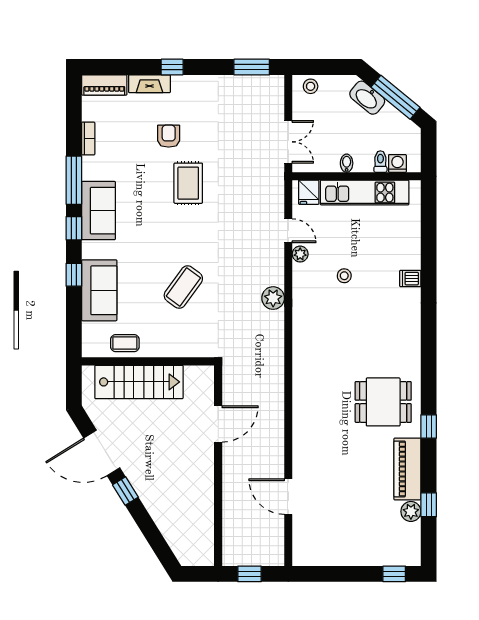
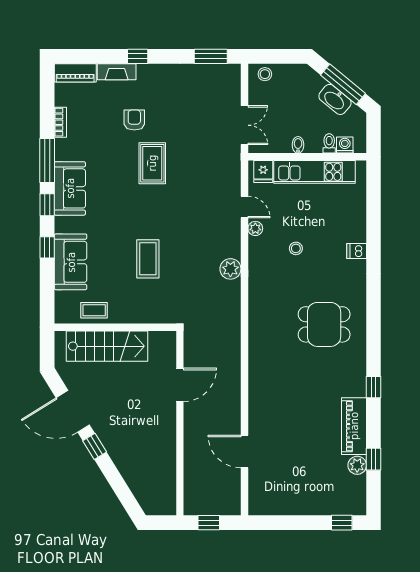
washbasin: (367, 98) -> (335, 99), moved
coffee table: (183, 287) -> (148, 259), turned -36
dining table: (383, 402) -> (324, 324), moved

